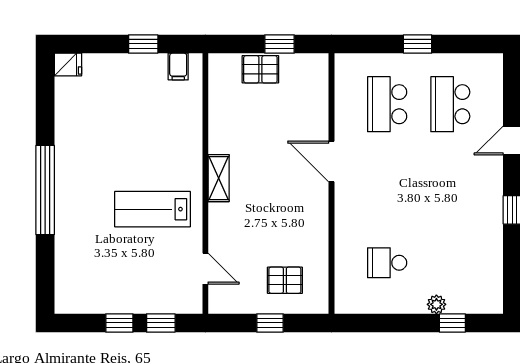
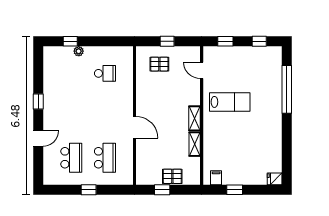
shelving: (218, 130) -> (195, 144), added
window: (45, 190) -> (287, 89), moved
window: (119, 323) -> (259, 41), moved

